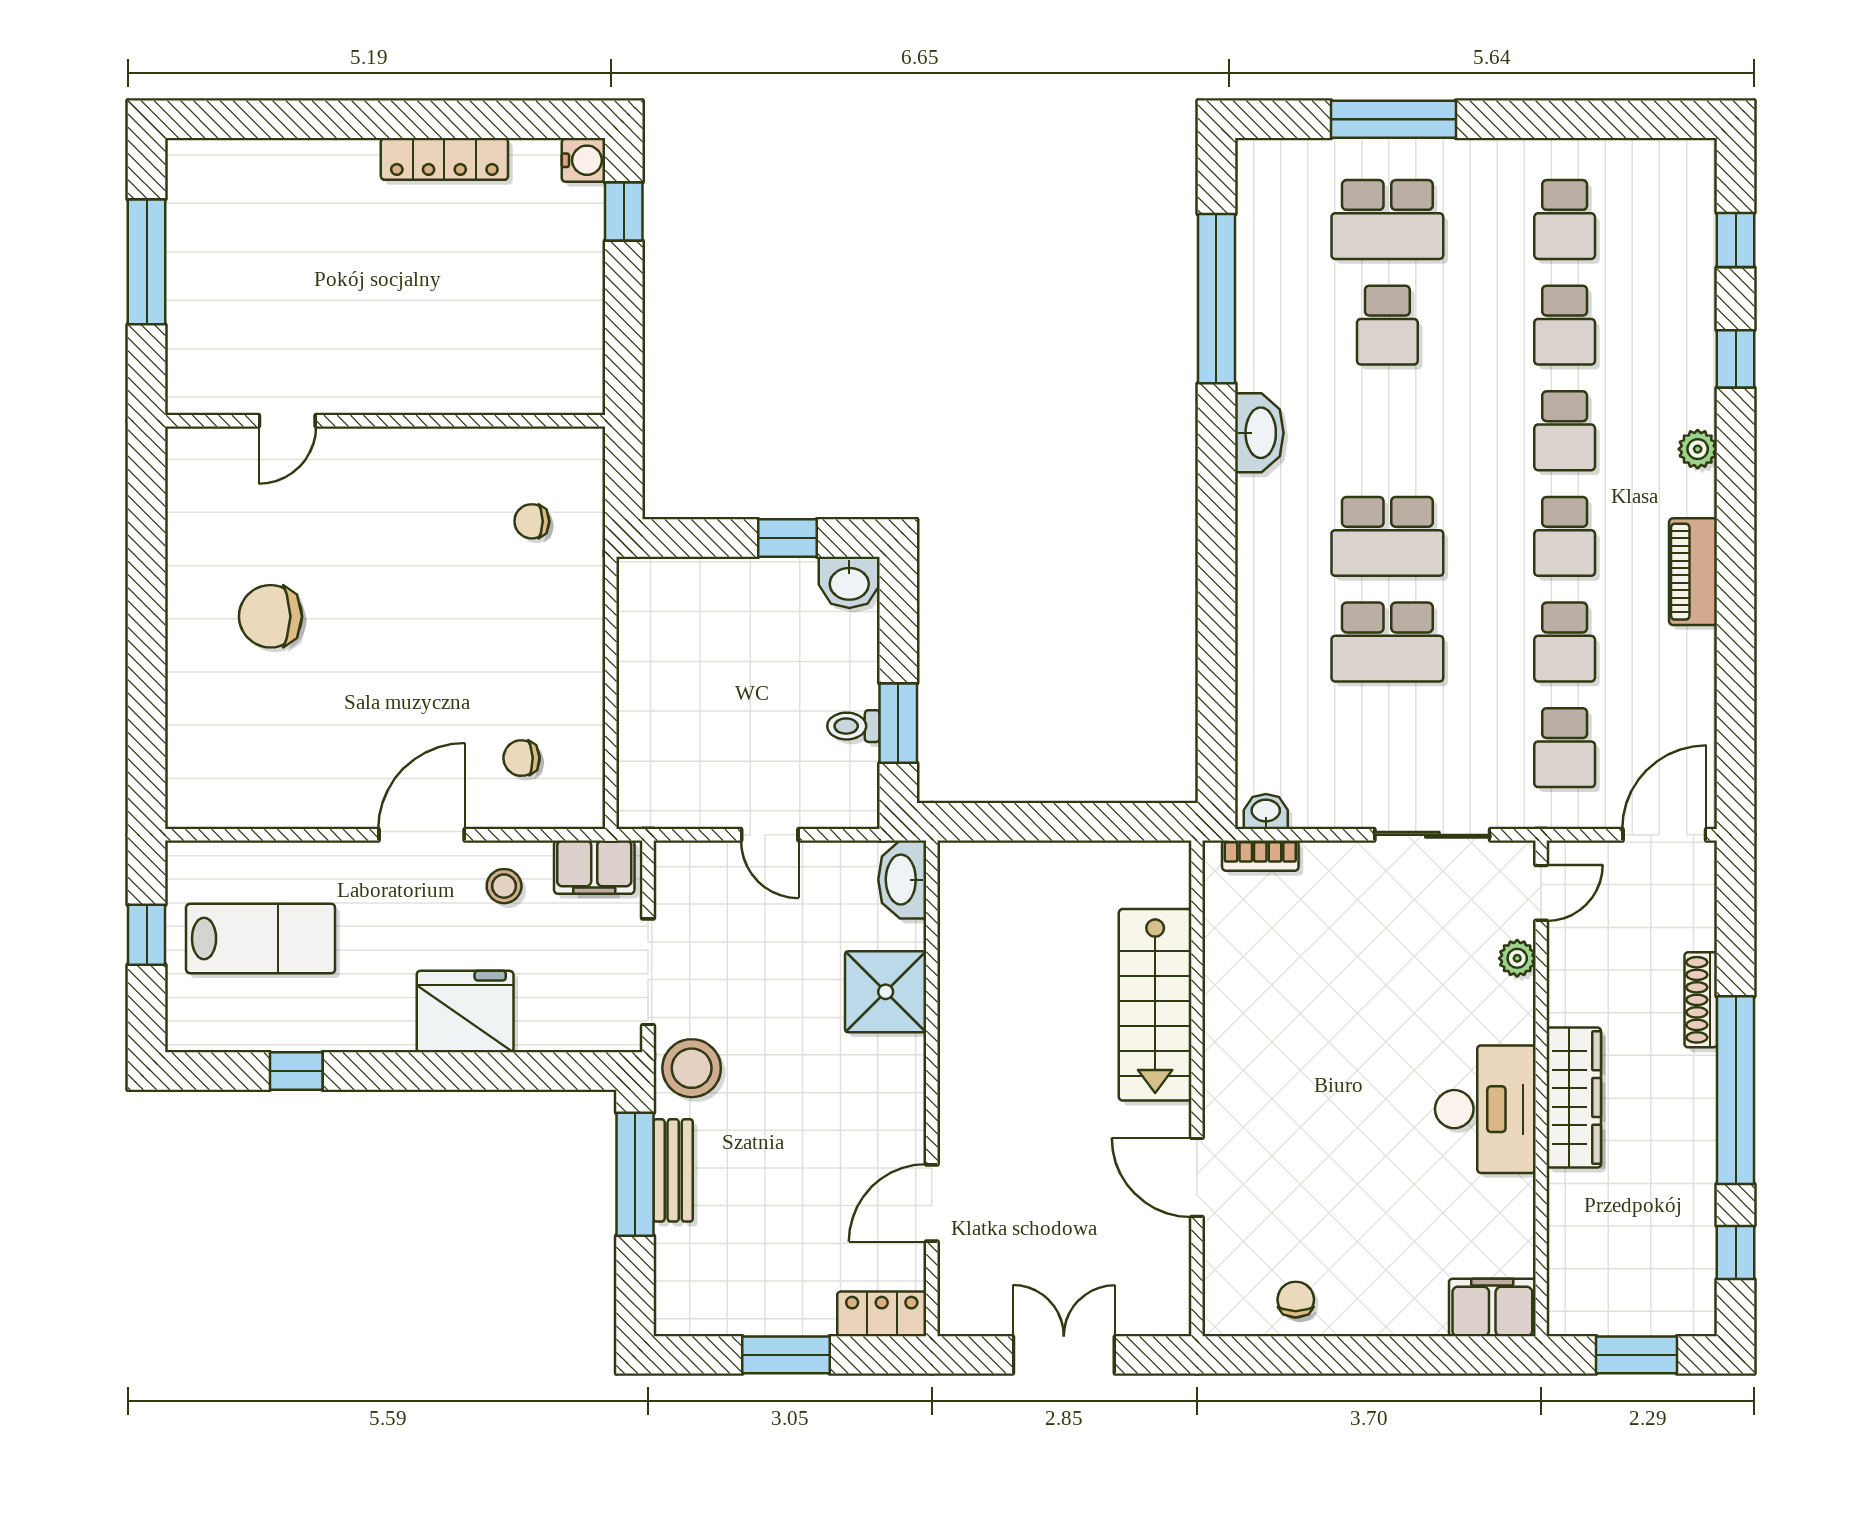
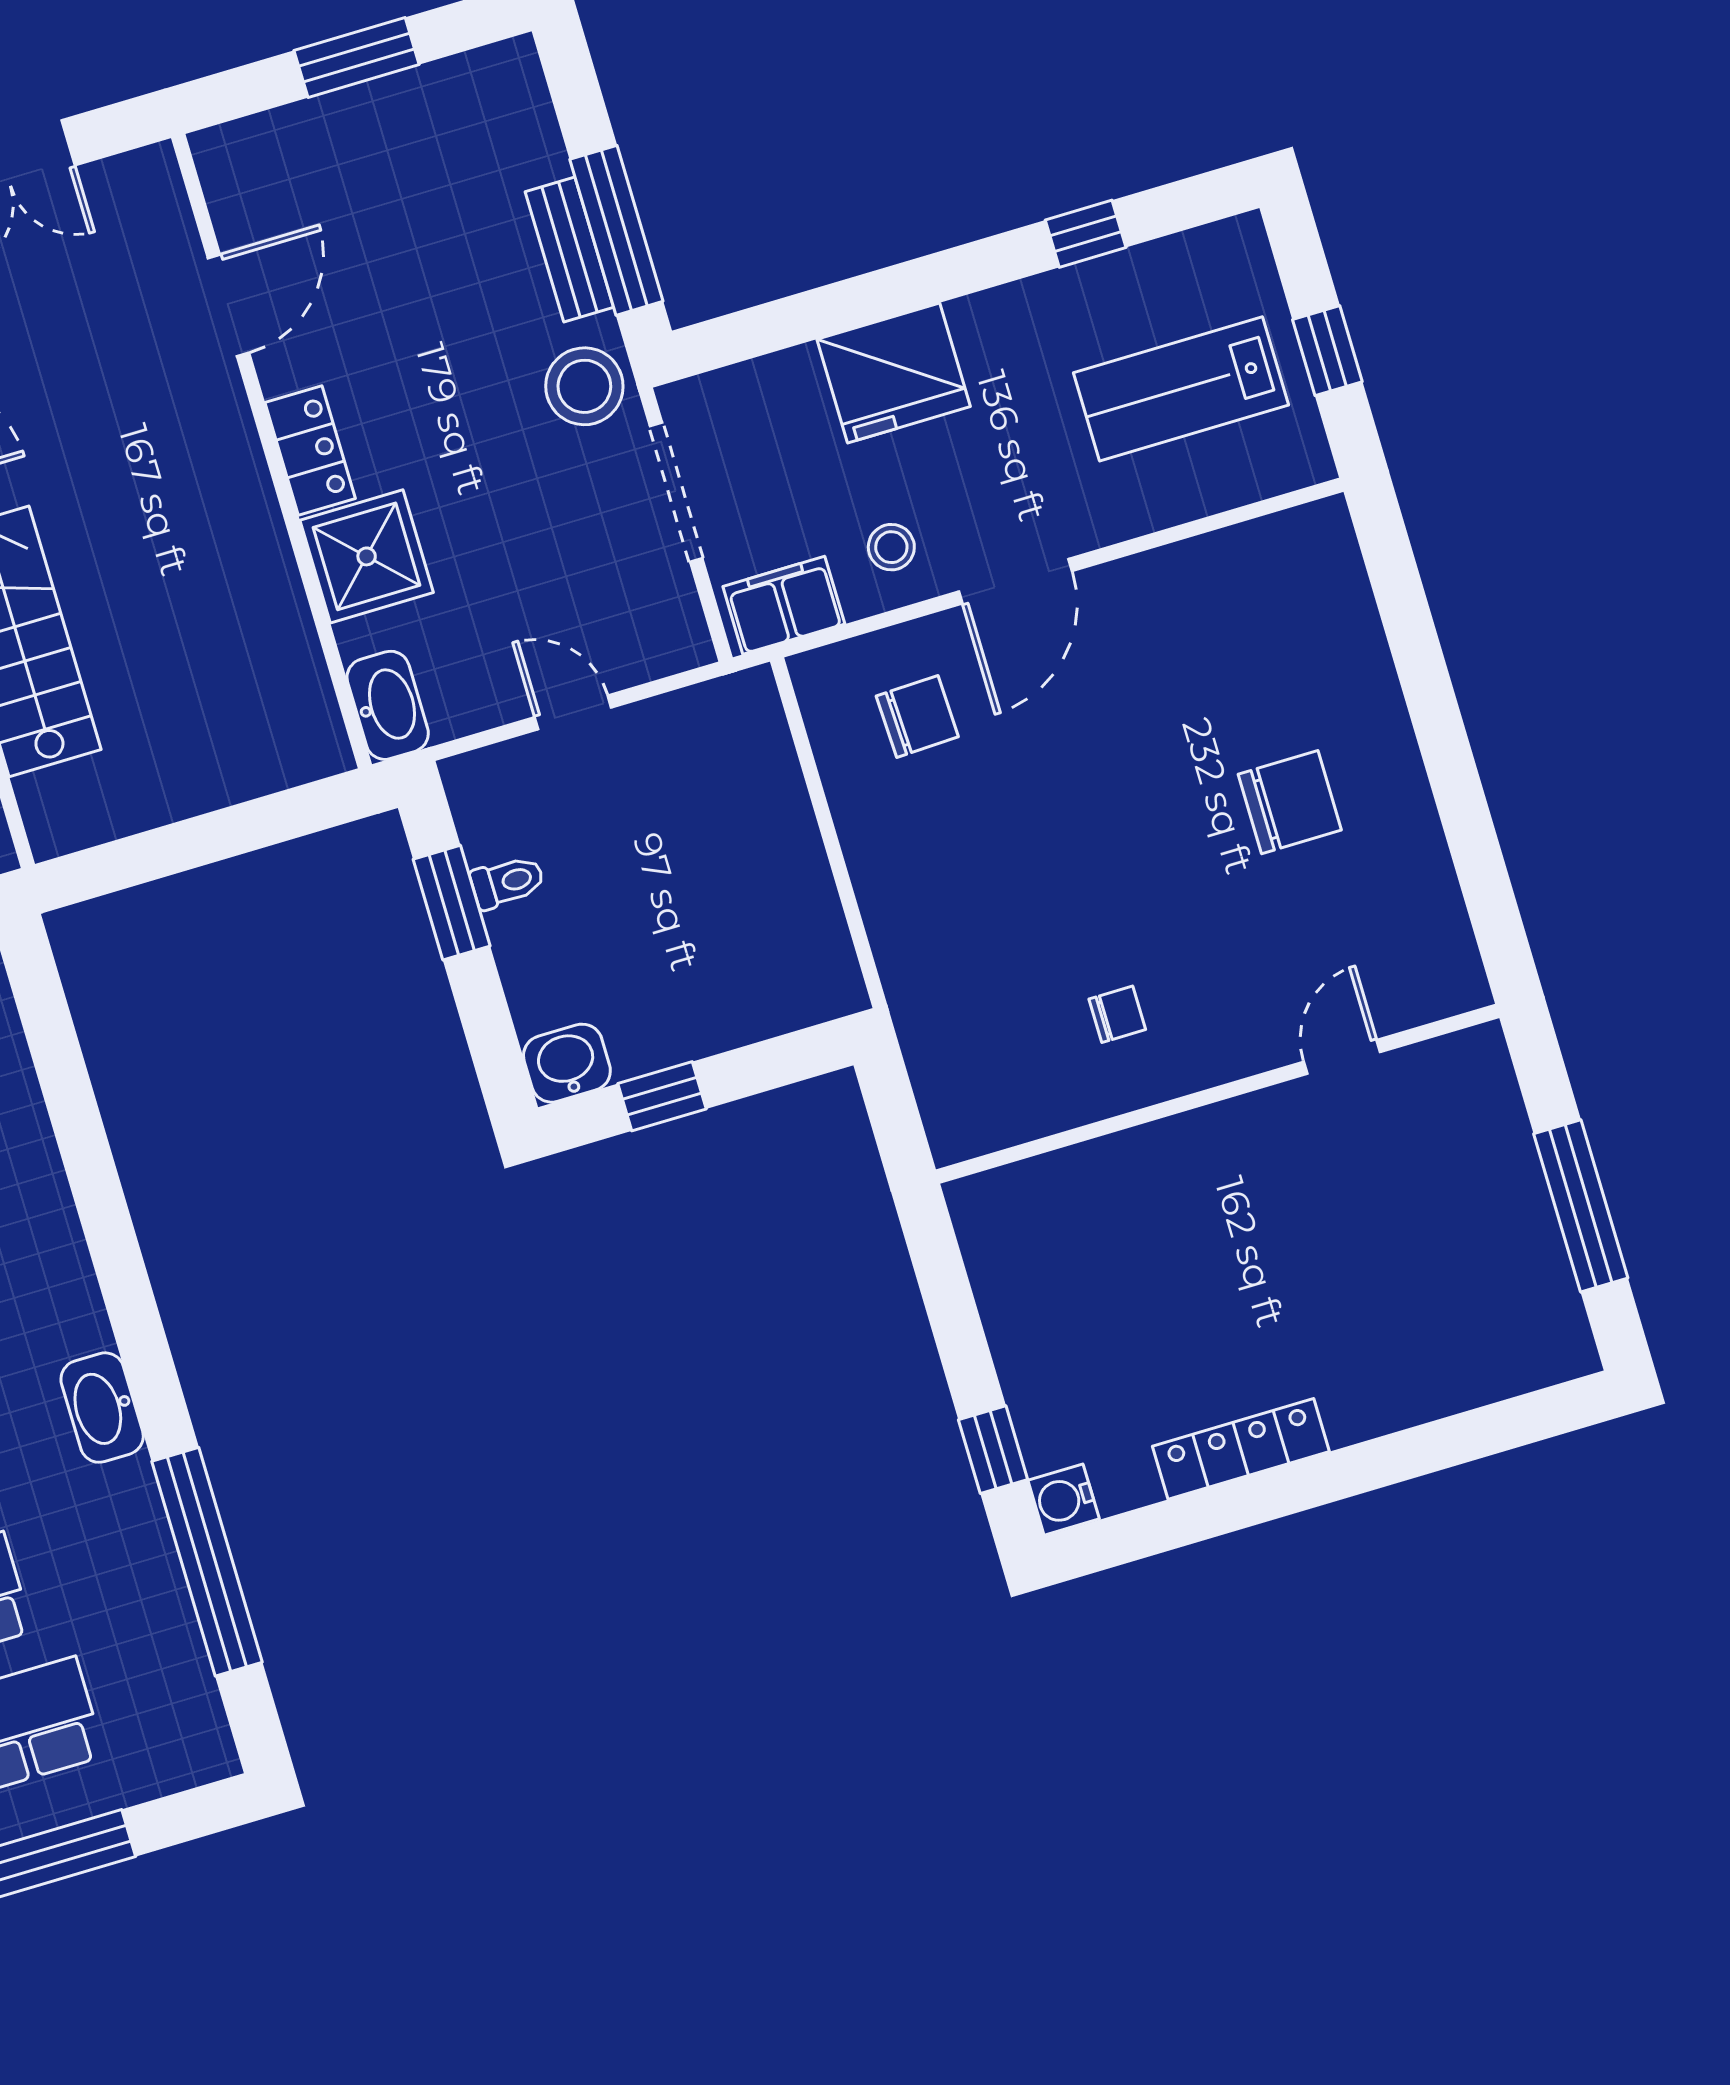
chair: (532, 521) -> (1117, 1014), moved
chair: (522, 758) -> (917, 716), width x1.37, depth x1.37
locker: (882, 1314) -> (310, 450), moved, turned -90

